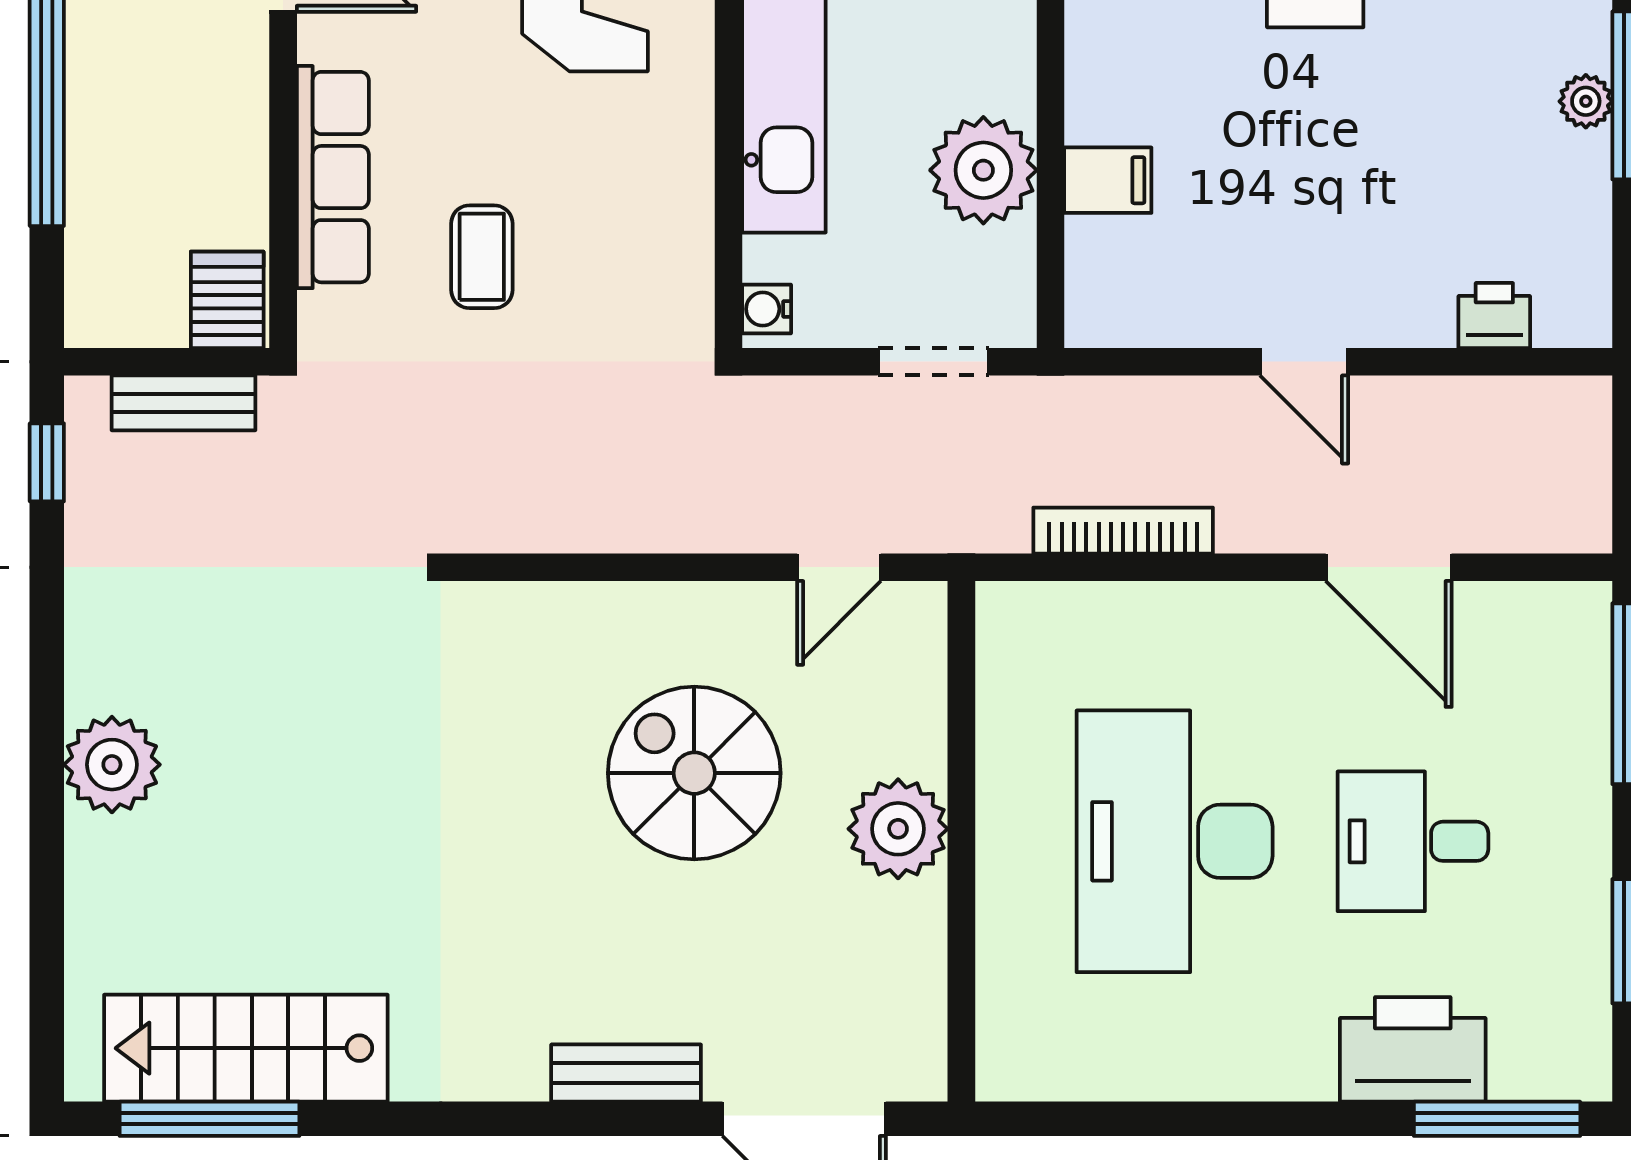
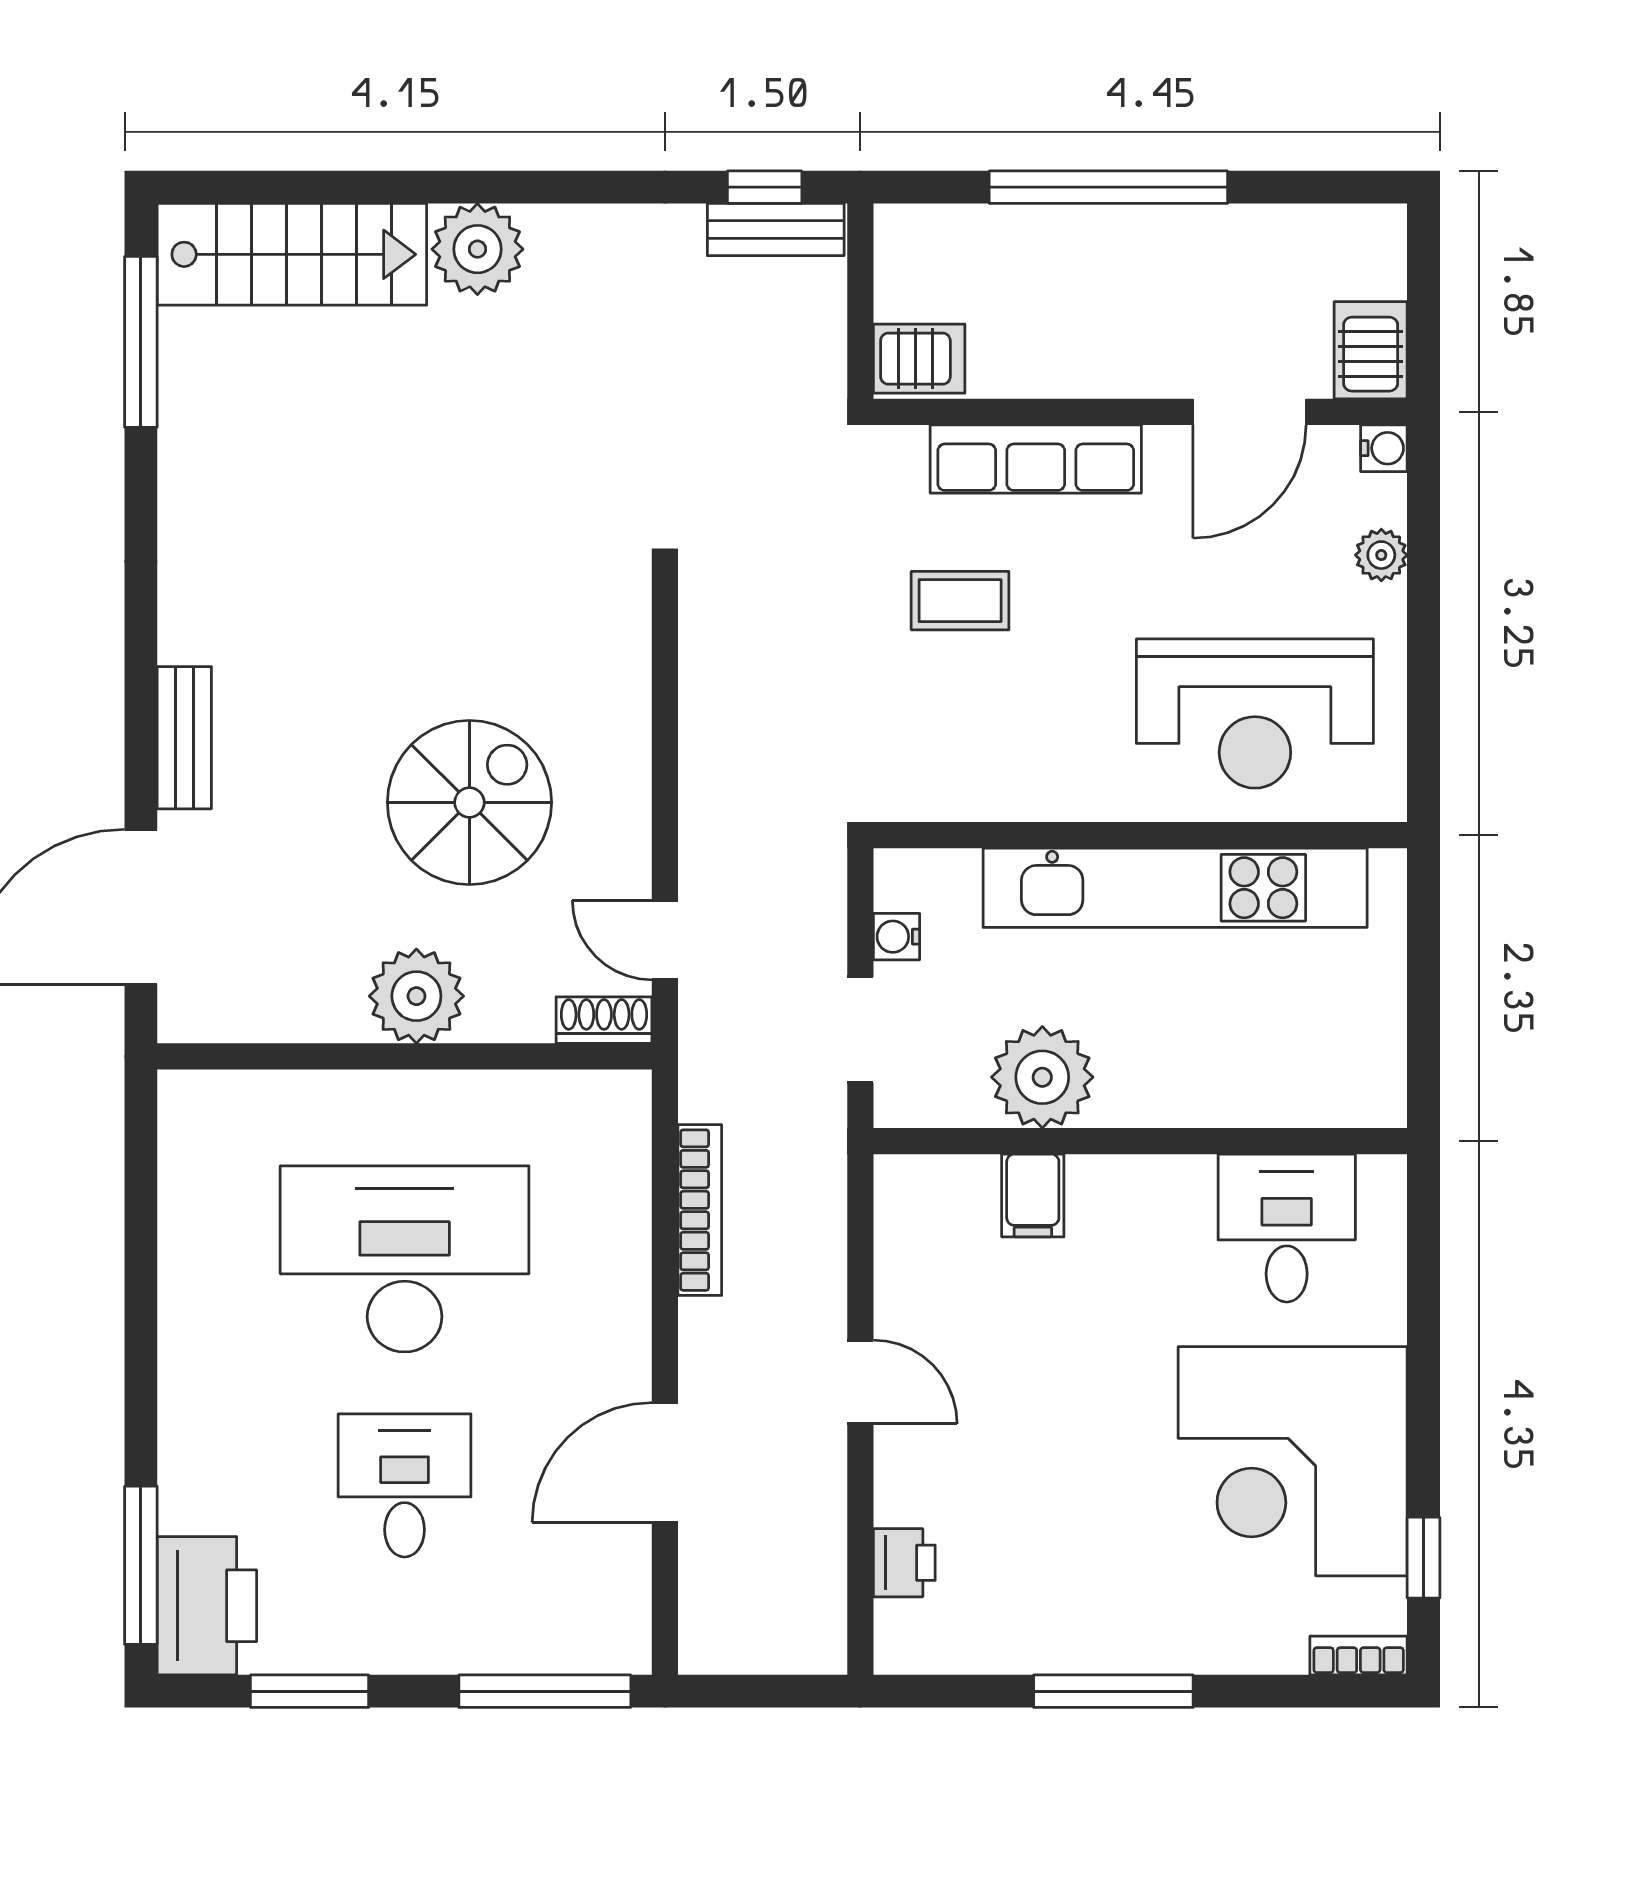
plant: (1586, 101) -> (1108, 1650), removed
water cooler: (767, 309) -> (897, 937), moved, turned -90
door: (1304, 362) -> (860, 1382), swing flipped
bench: (183, 403) -> (776, 230), moved, turned 90
shoe rack: (923, 631) -> (604, 1020), added
stairs: (246, 1048) -> (292, 254), moved, turned 90
printer: (1413, 1049) -> (207, 1606), moved

